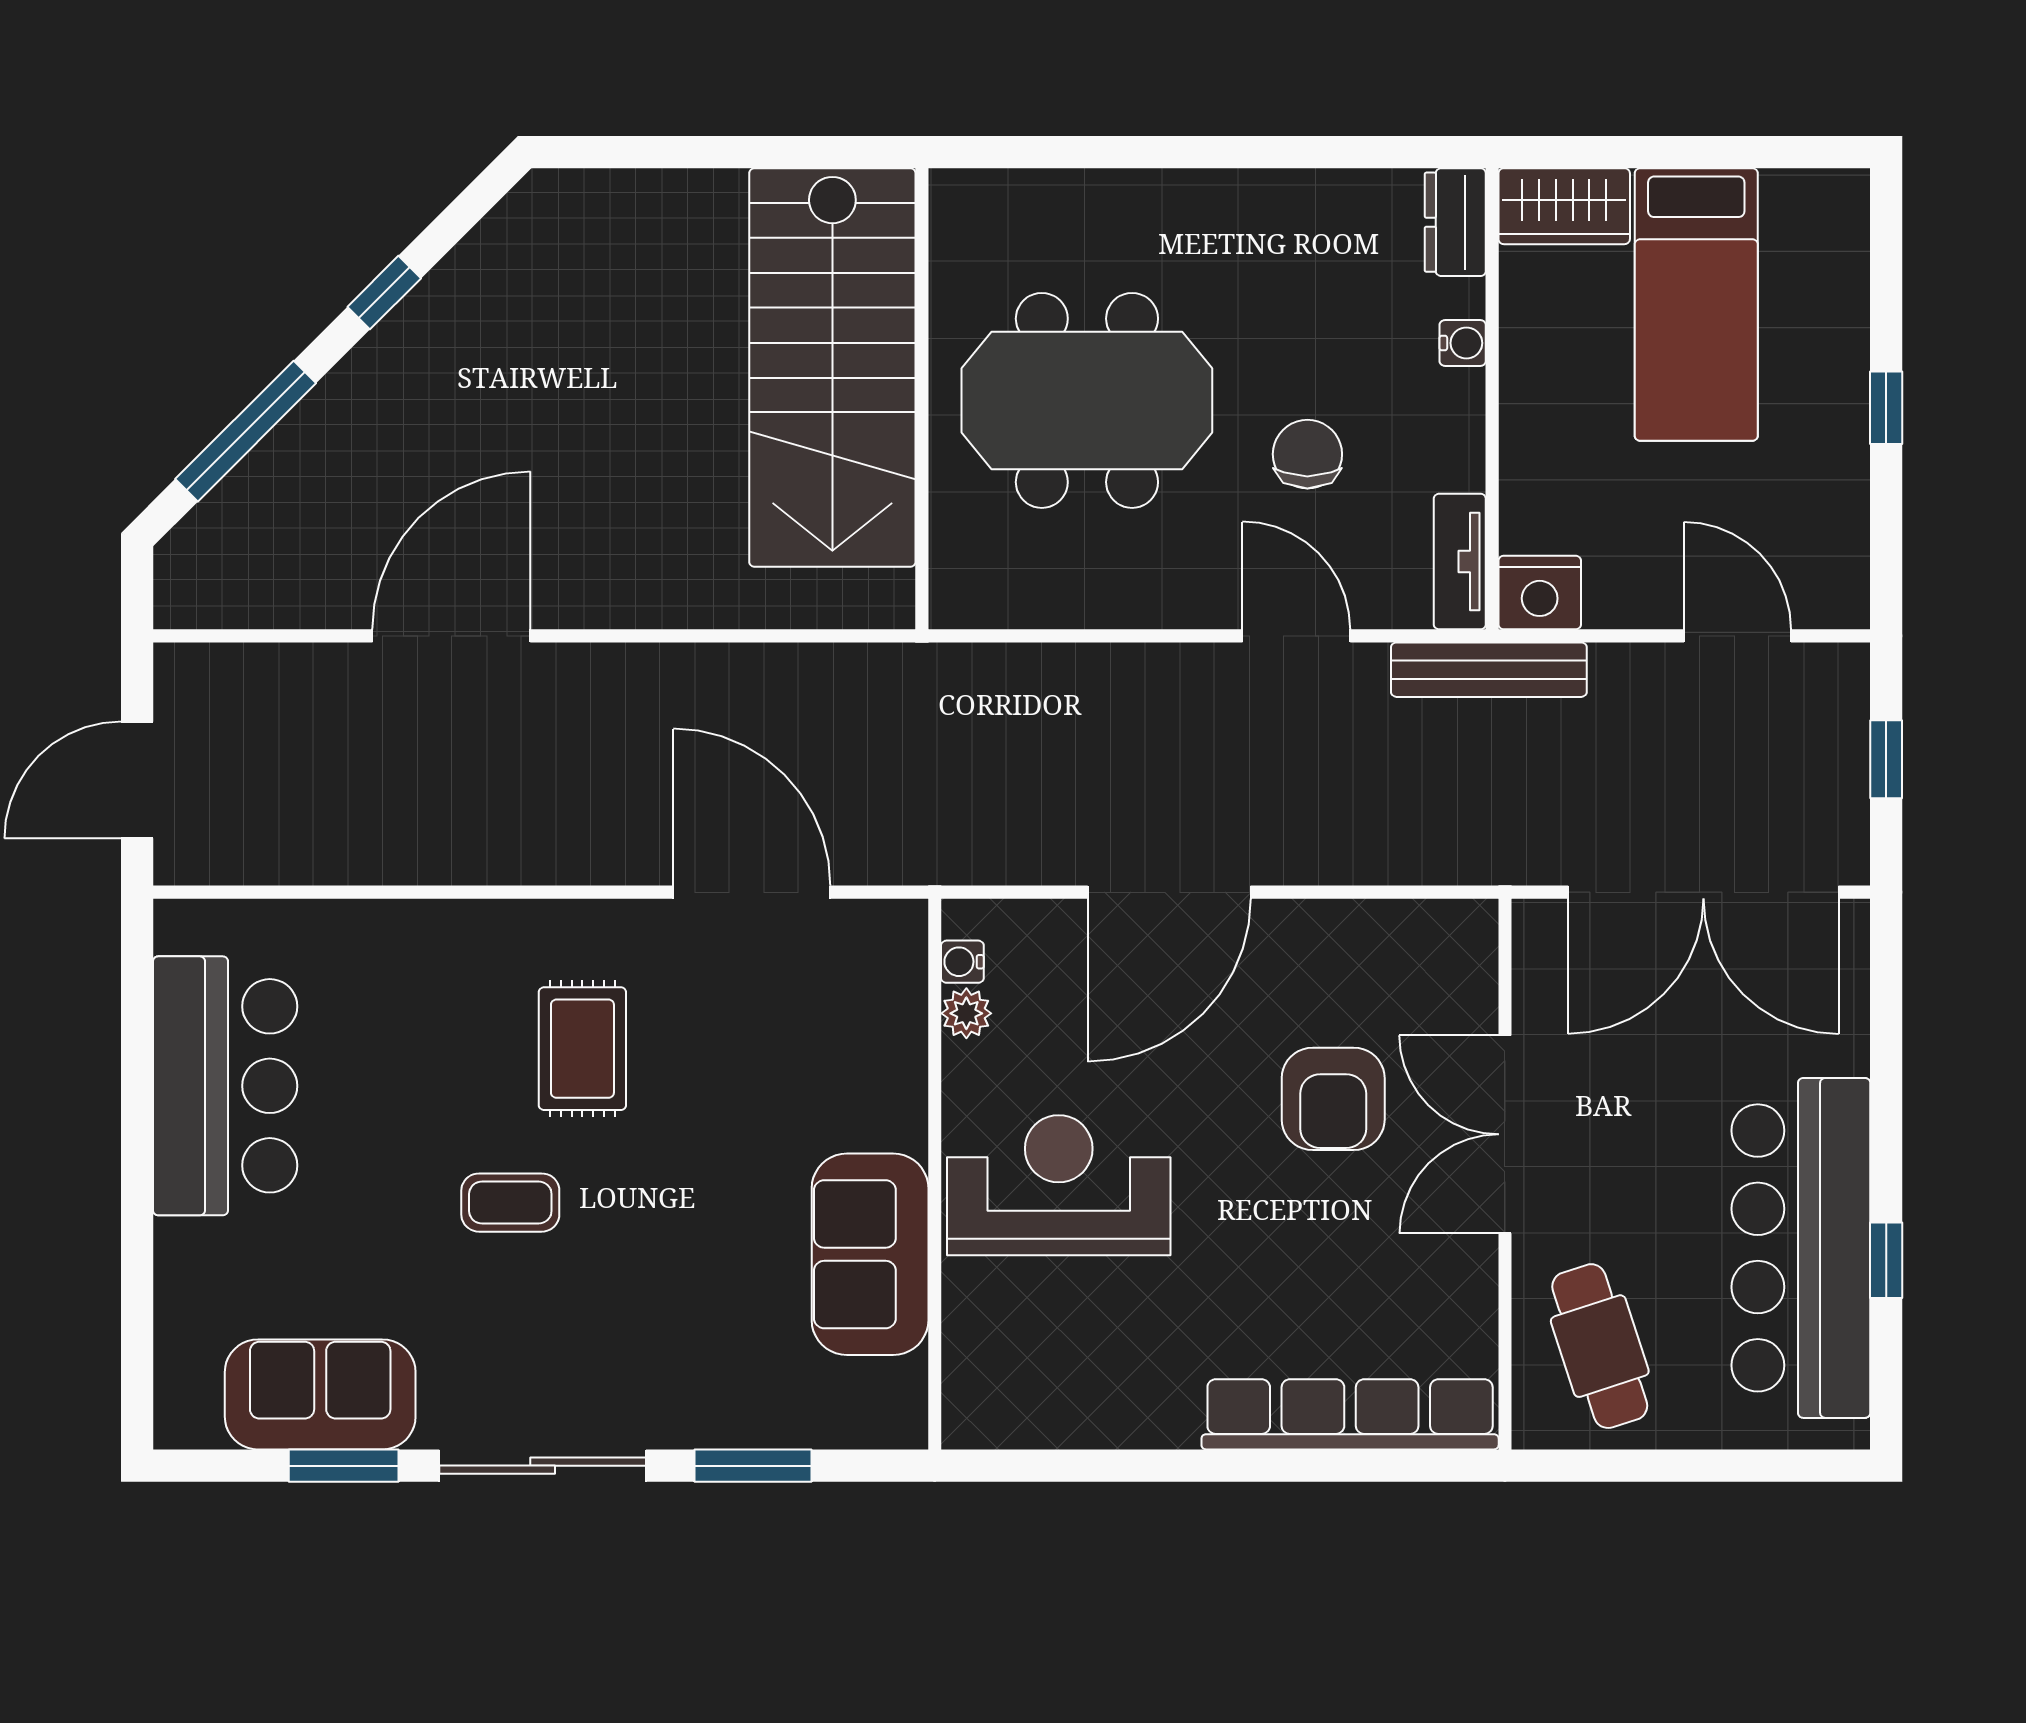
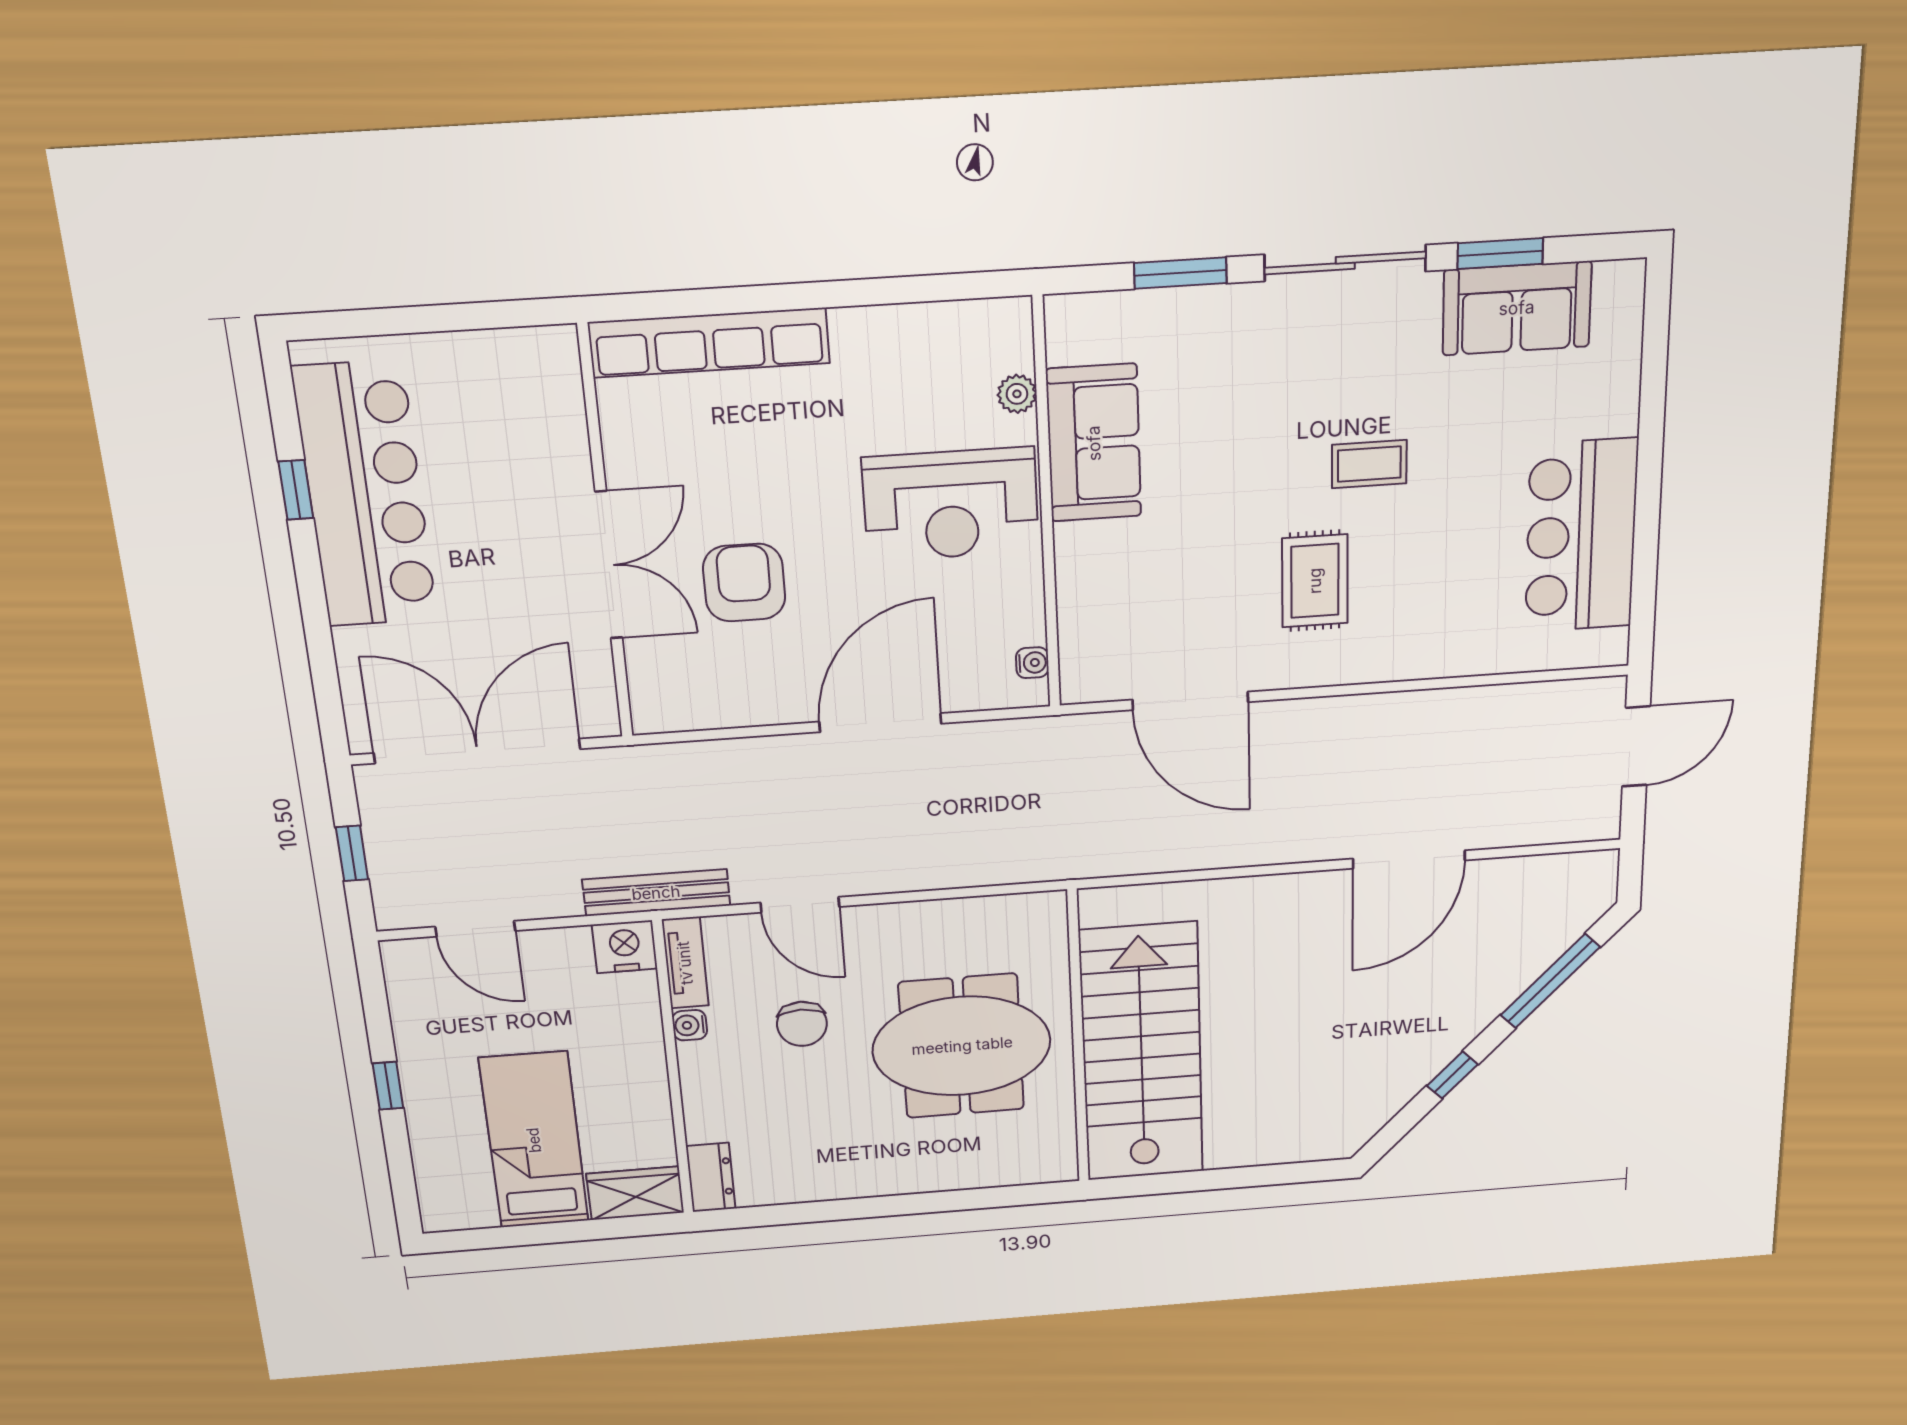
water cooler: (1463, 343) -> (690, 1025), moved
plant: (966, 1013) -> (1017, 394), moved
cafe table: (1600, 1346) -> (516, 409), removed

